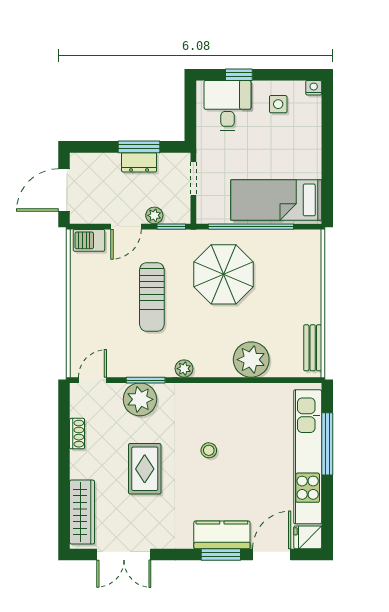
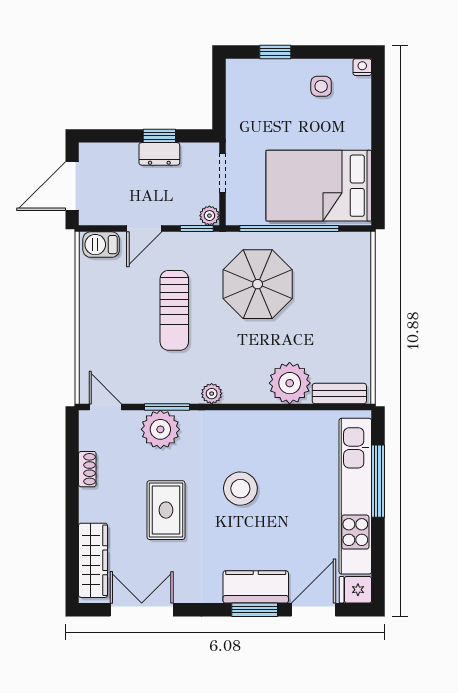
desk: (227, 105) -> (262, 88), removed
window: (139, 147) -> (159, 136), width x0.67
bed: (276, 200) -> (319, 186), width x1.50
plant: (154, 215) -> (209, 216), moved
bench: (313, 348) -> (339, 393), moved, turned 90
door: (93, 380) -> (105, 407), hinge flipped
stool: (209, 450) -> (240, 489), width x1.89, depth x1.89
double door: (124, 555) -> (142, 610), swing flipped

